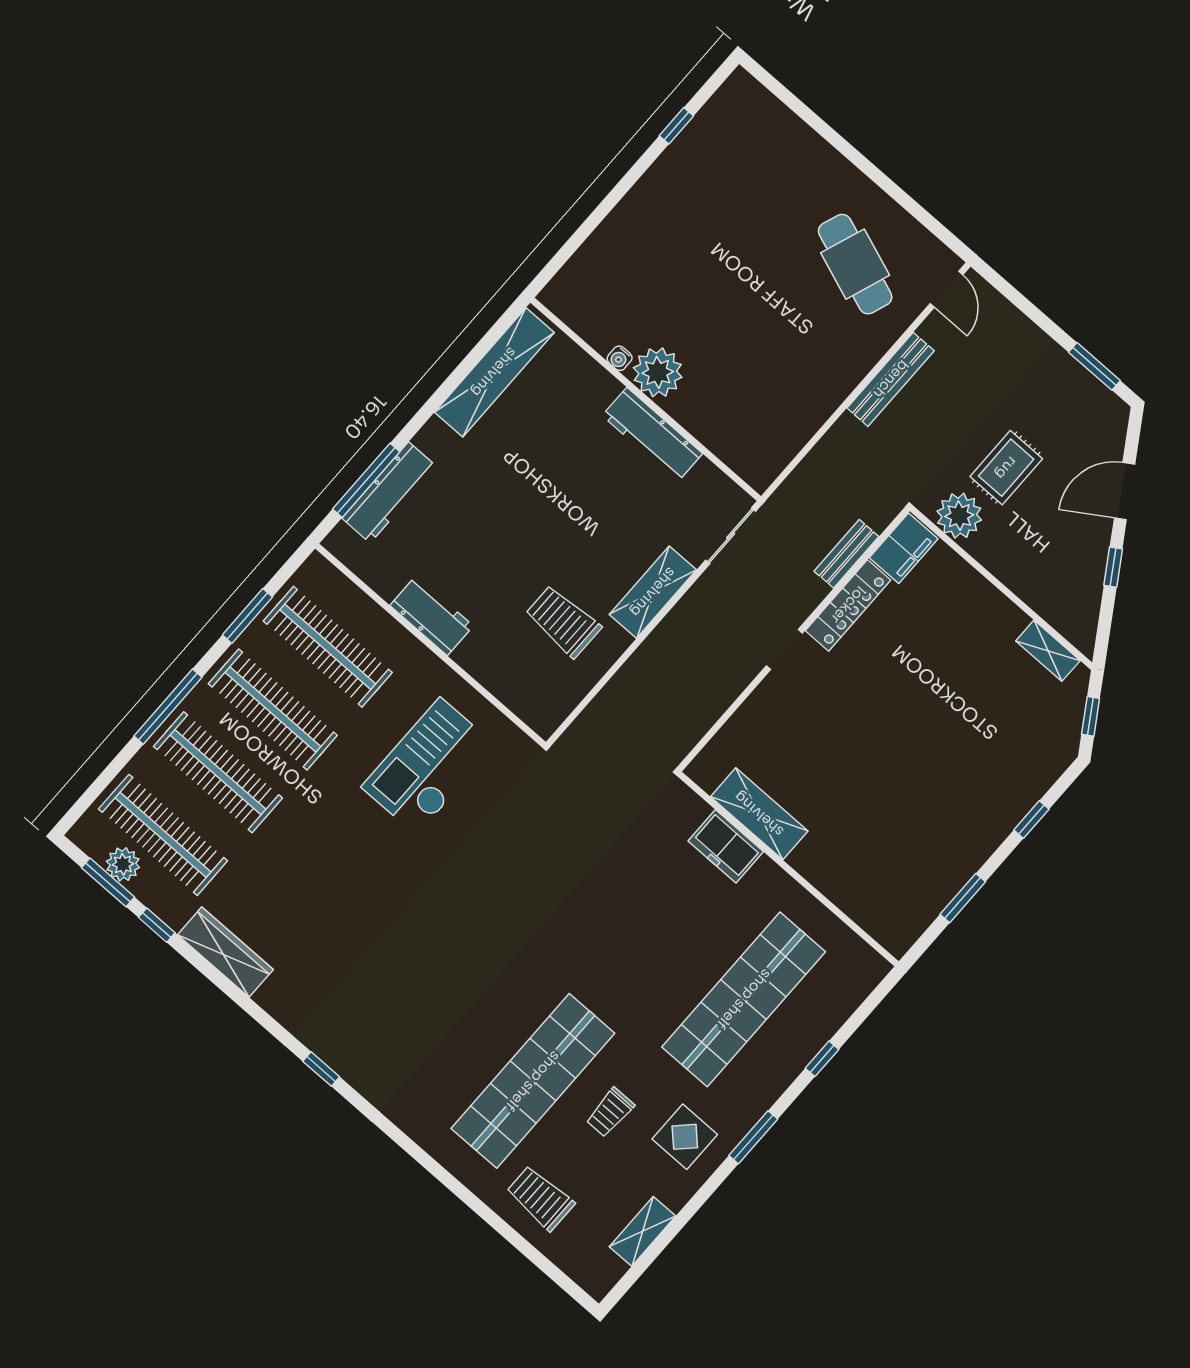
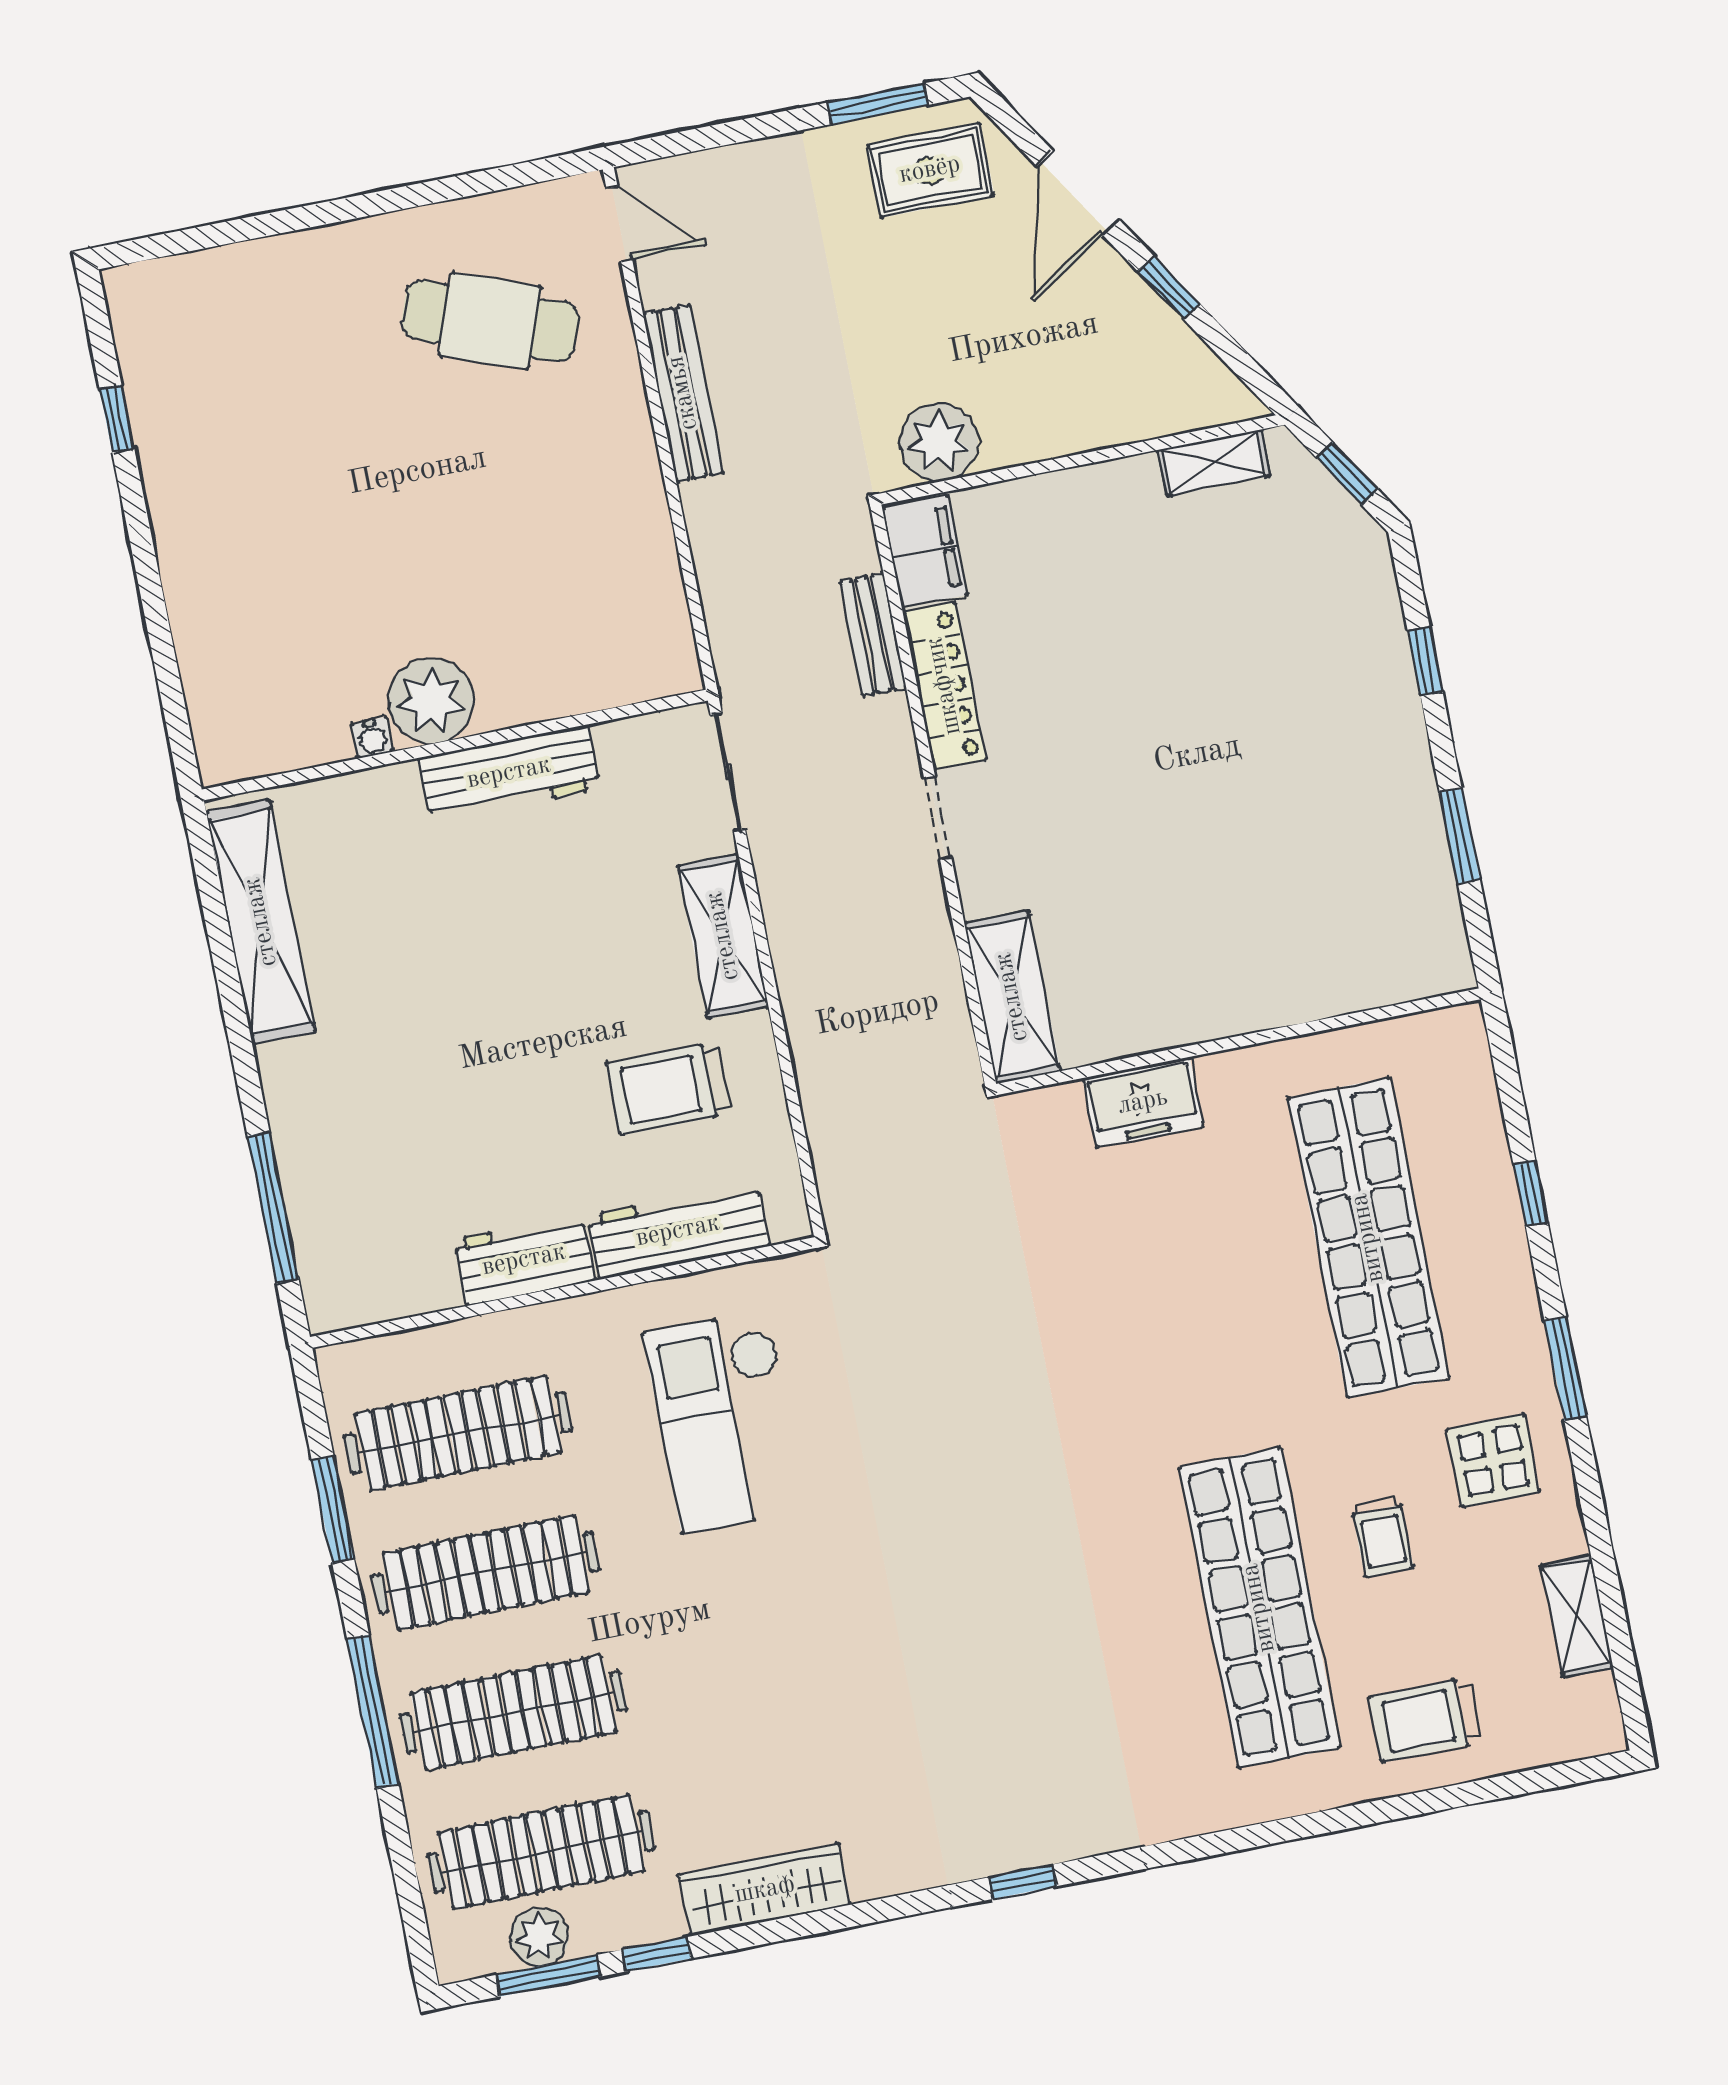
rug: (1006, 468) -> (930, 170), moved, turned 90
workbench: (389, 493) -> (678, 1231), moved, turned -90
shelving: (759, 814) -> (1012, 997), moved, turned 90

